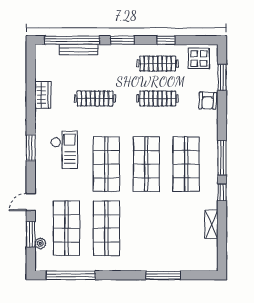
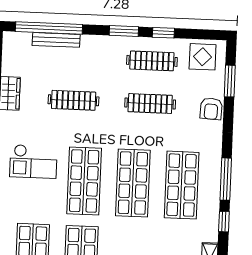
window: (122, 40) -> (124, 31), moved
checkout: (64, 150) -> (33, 161), turned 90

